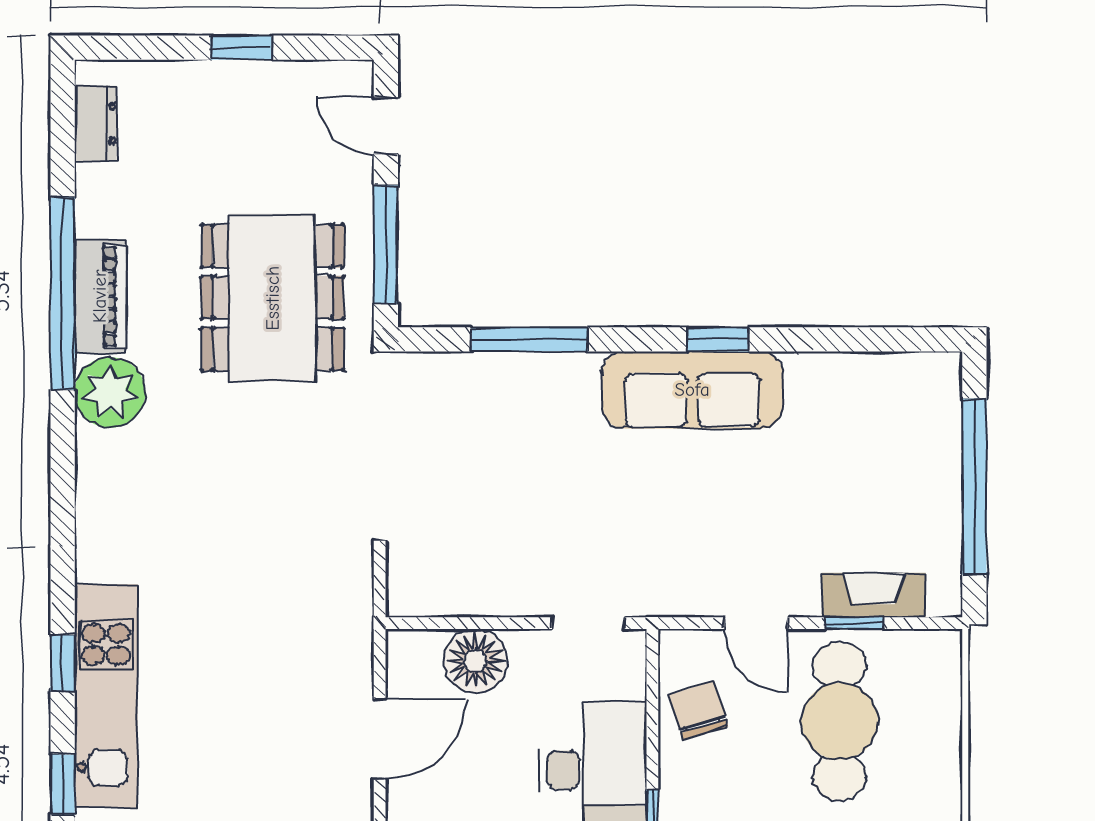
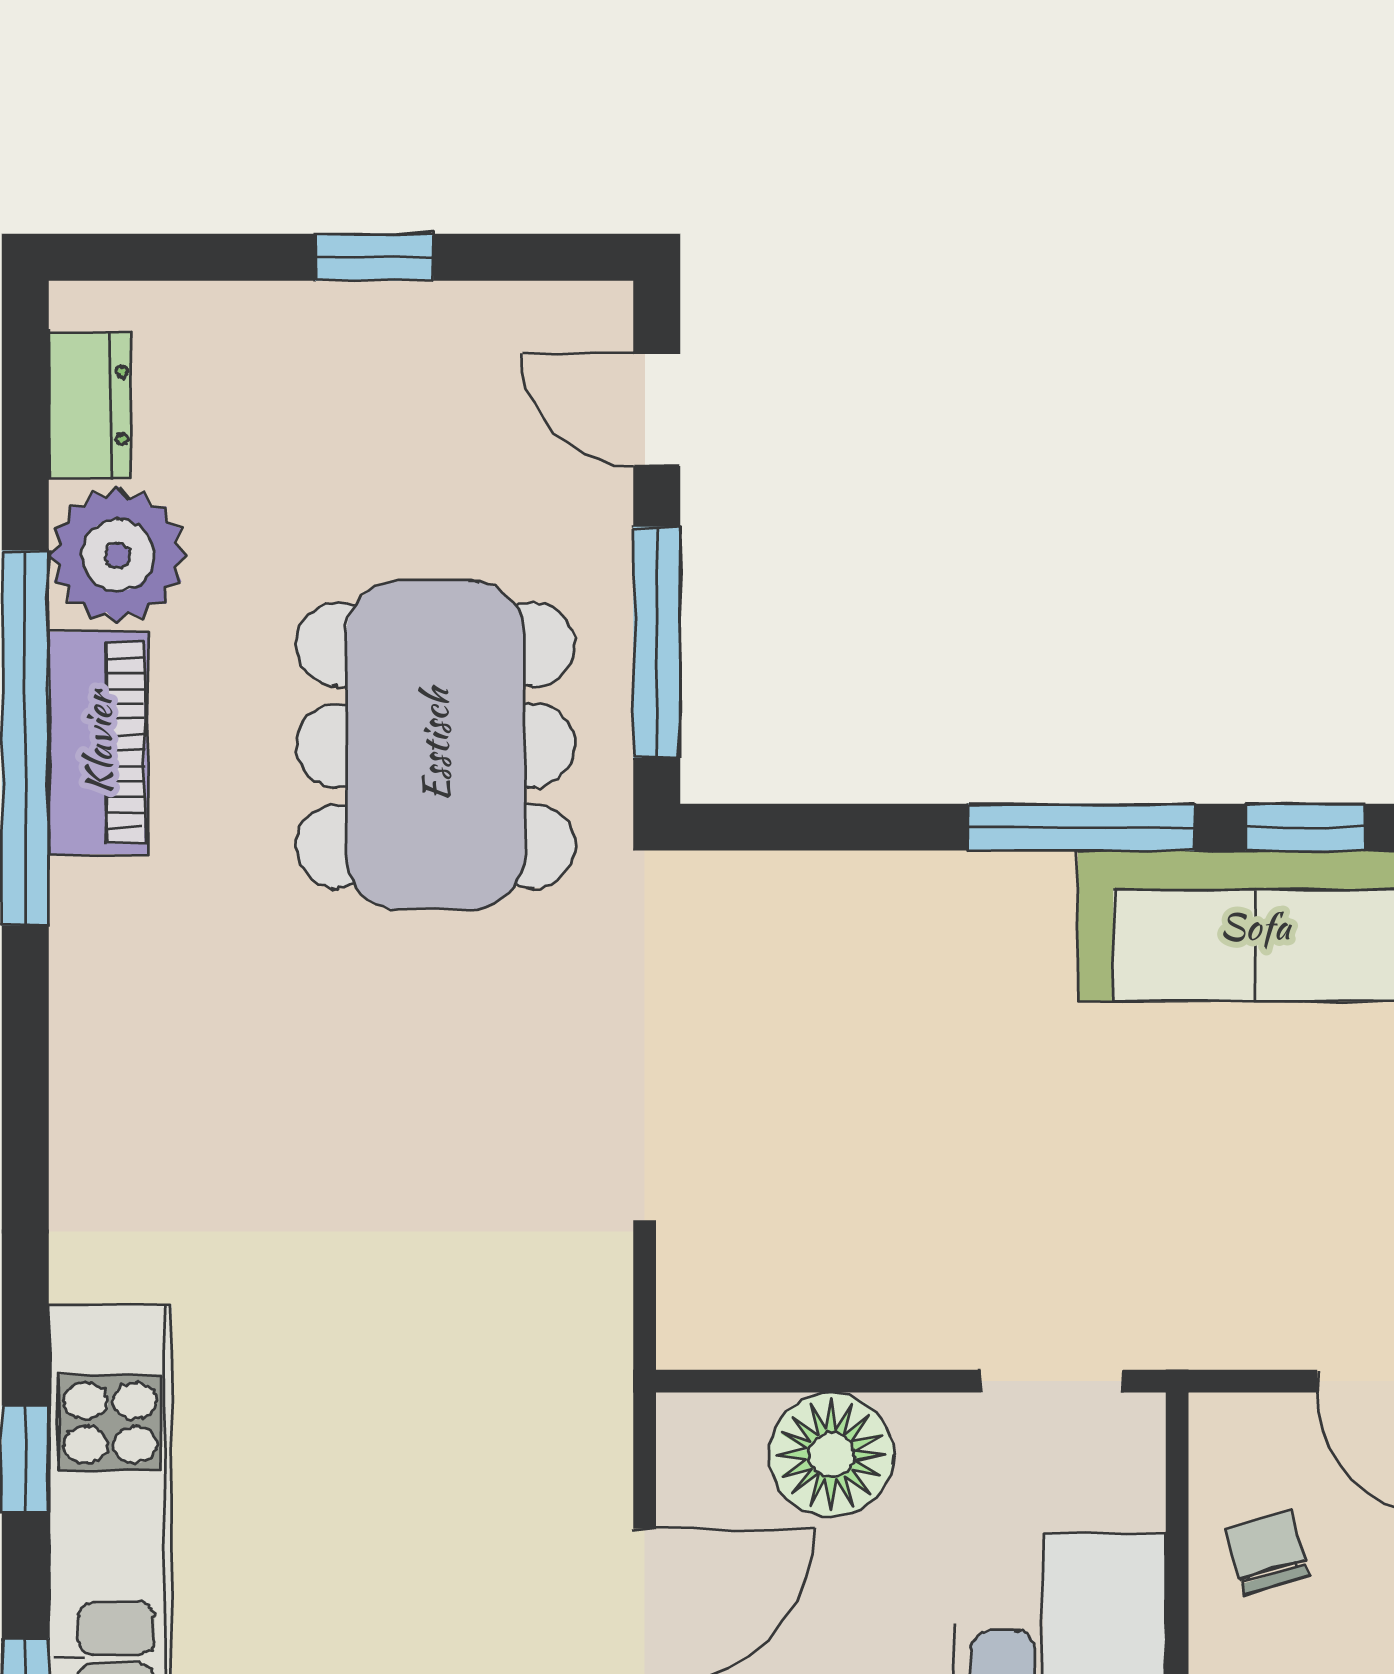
window: (530, 339) -> (1081, 827), moved
plant: (110, 392) -> (118, 555), moved
chair: (698, 711) -> (1267, 1552), width x0.73, depth x0.73

